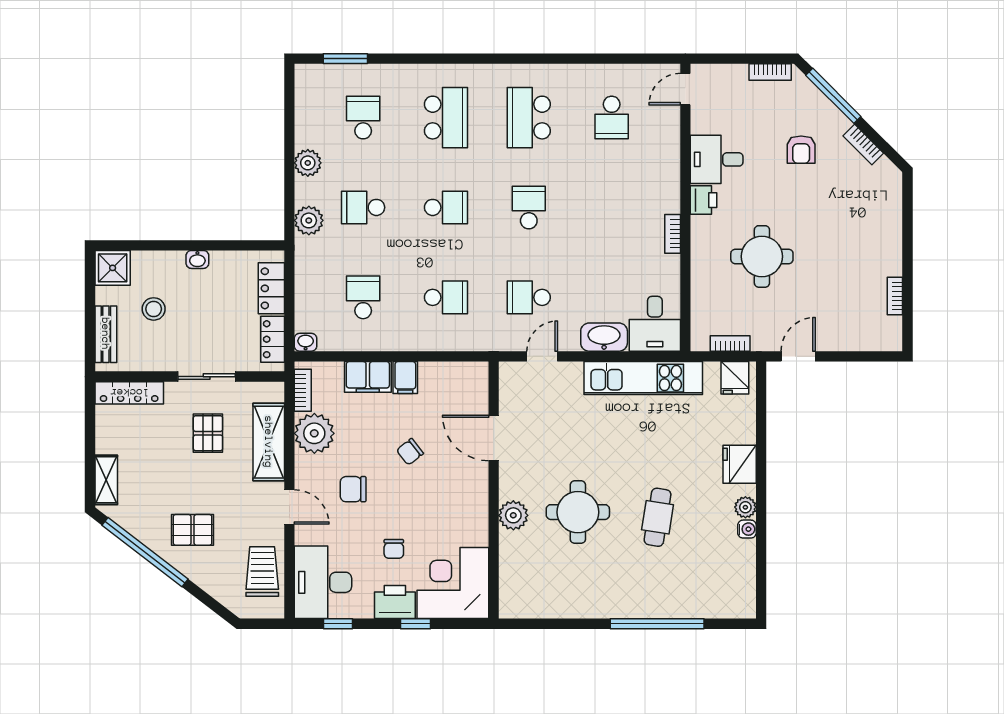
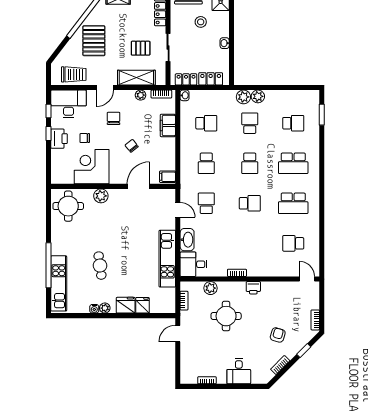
window: (833, 96) -> (304, 351), width x0.46
school desk: (529, 118) -> (293, 203), turned 180
armchair: (801, 150) -> (278, 335), turned 106
desk: (717, 159) -> (239, 371), moved, turned 180
plant: (308, 163) -> (258, 96), moved
plant: (704, 289) -> (210, 288), added
door: (798, 356) -> (178, 334), swing flipped
filing cabinet: (405, 378) -> (168, 177), moved
fridge: (735, 378) -> (142, 305), moved, turned 90
plant: (314, 433) -> (141, 95), width x0.53, depth x0.53
round table: (578, 512) -> (68, 206), moved
cafe table: (658, 517) -> (100, 266), turned 73
pallet: (193, 530) -> (94, 41), width x1.50, depth x1.42
corner desk: (453, 583) -> (92, 167), moved, turned -90
kitchen unit: (695, 603) -> (59, 283), added
window: (415, 624) -> (48, 134), moved

